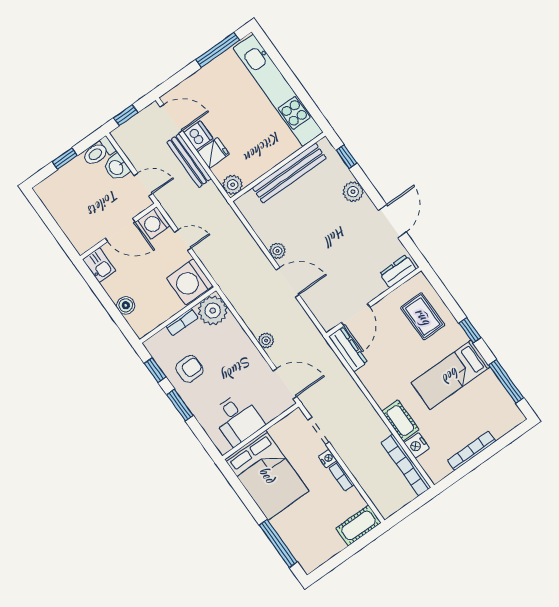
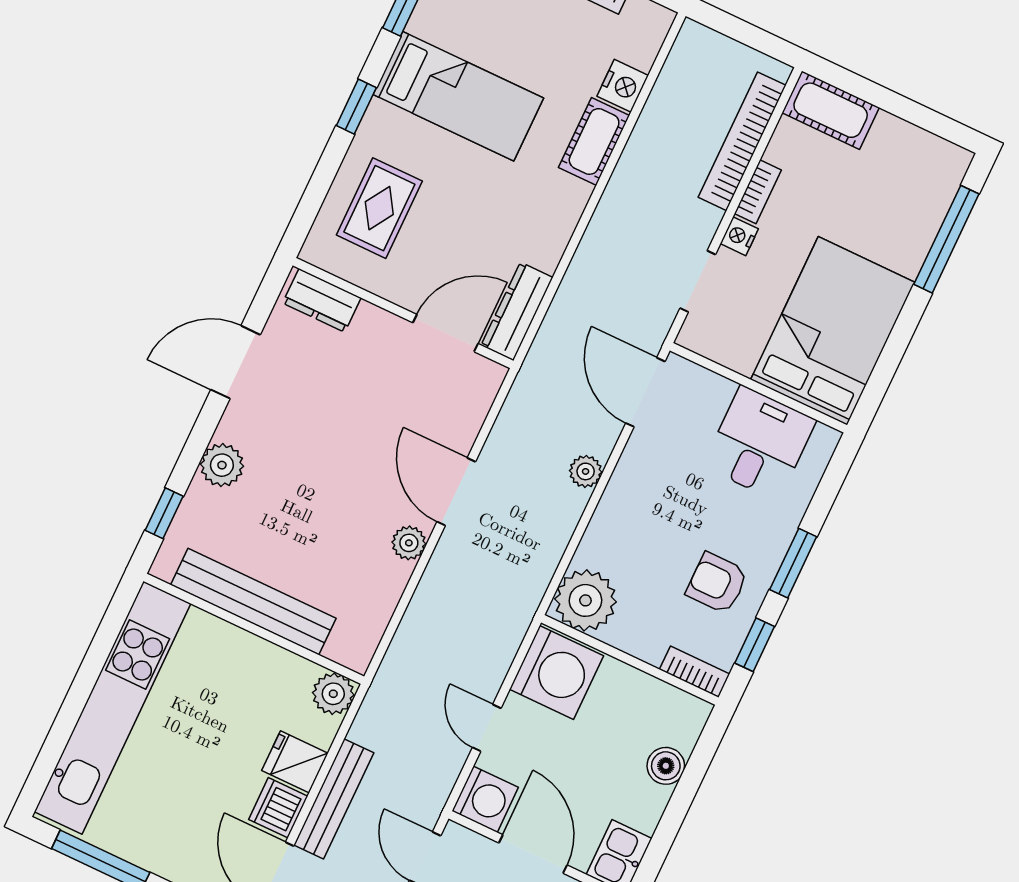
bookcase: (182, 322) -> (695, 672), moved
bookcase: (406, 465) -> (742, 141), moved, turned 180

